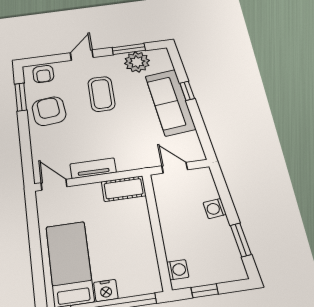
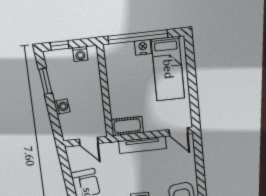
tv unit: (93, 168) -> (142, 145), width x1.41
washing machine: (178, 270) -> (80, 54), moved, turned -90
window: (205, 291) -> (59, 45), moved

